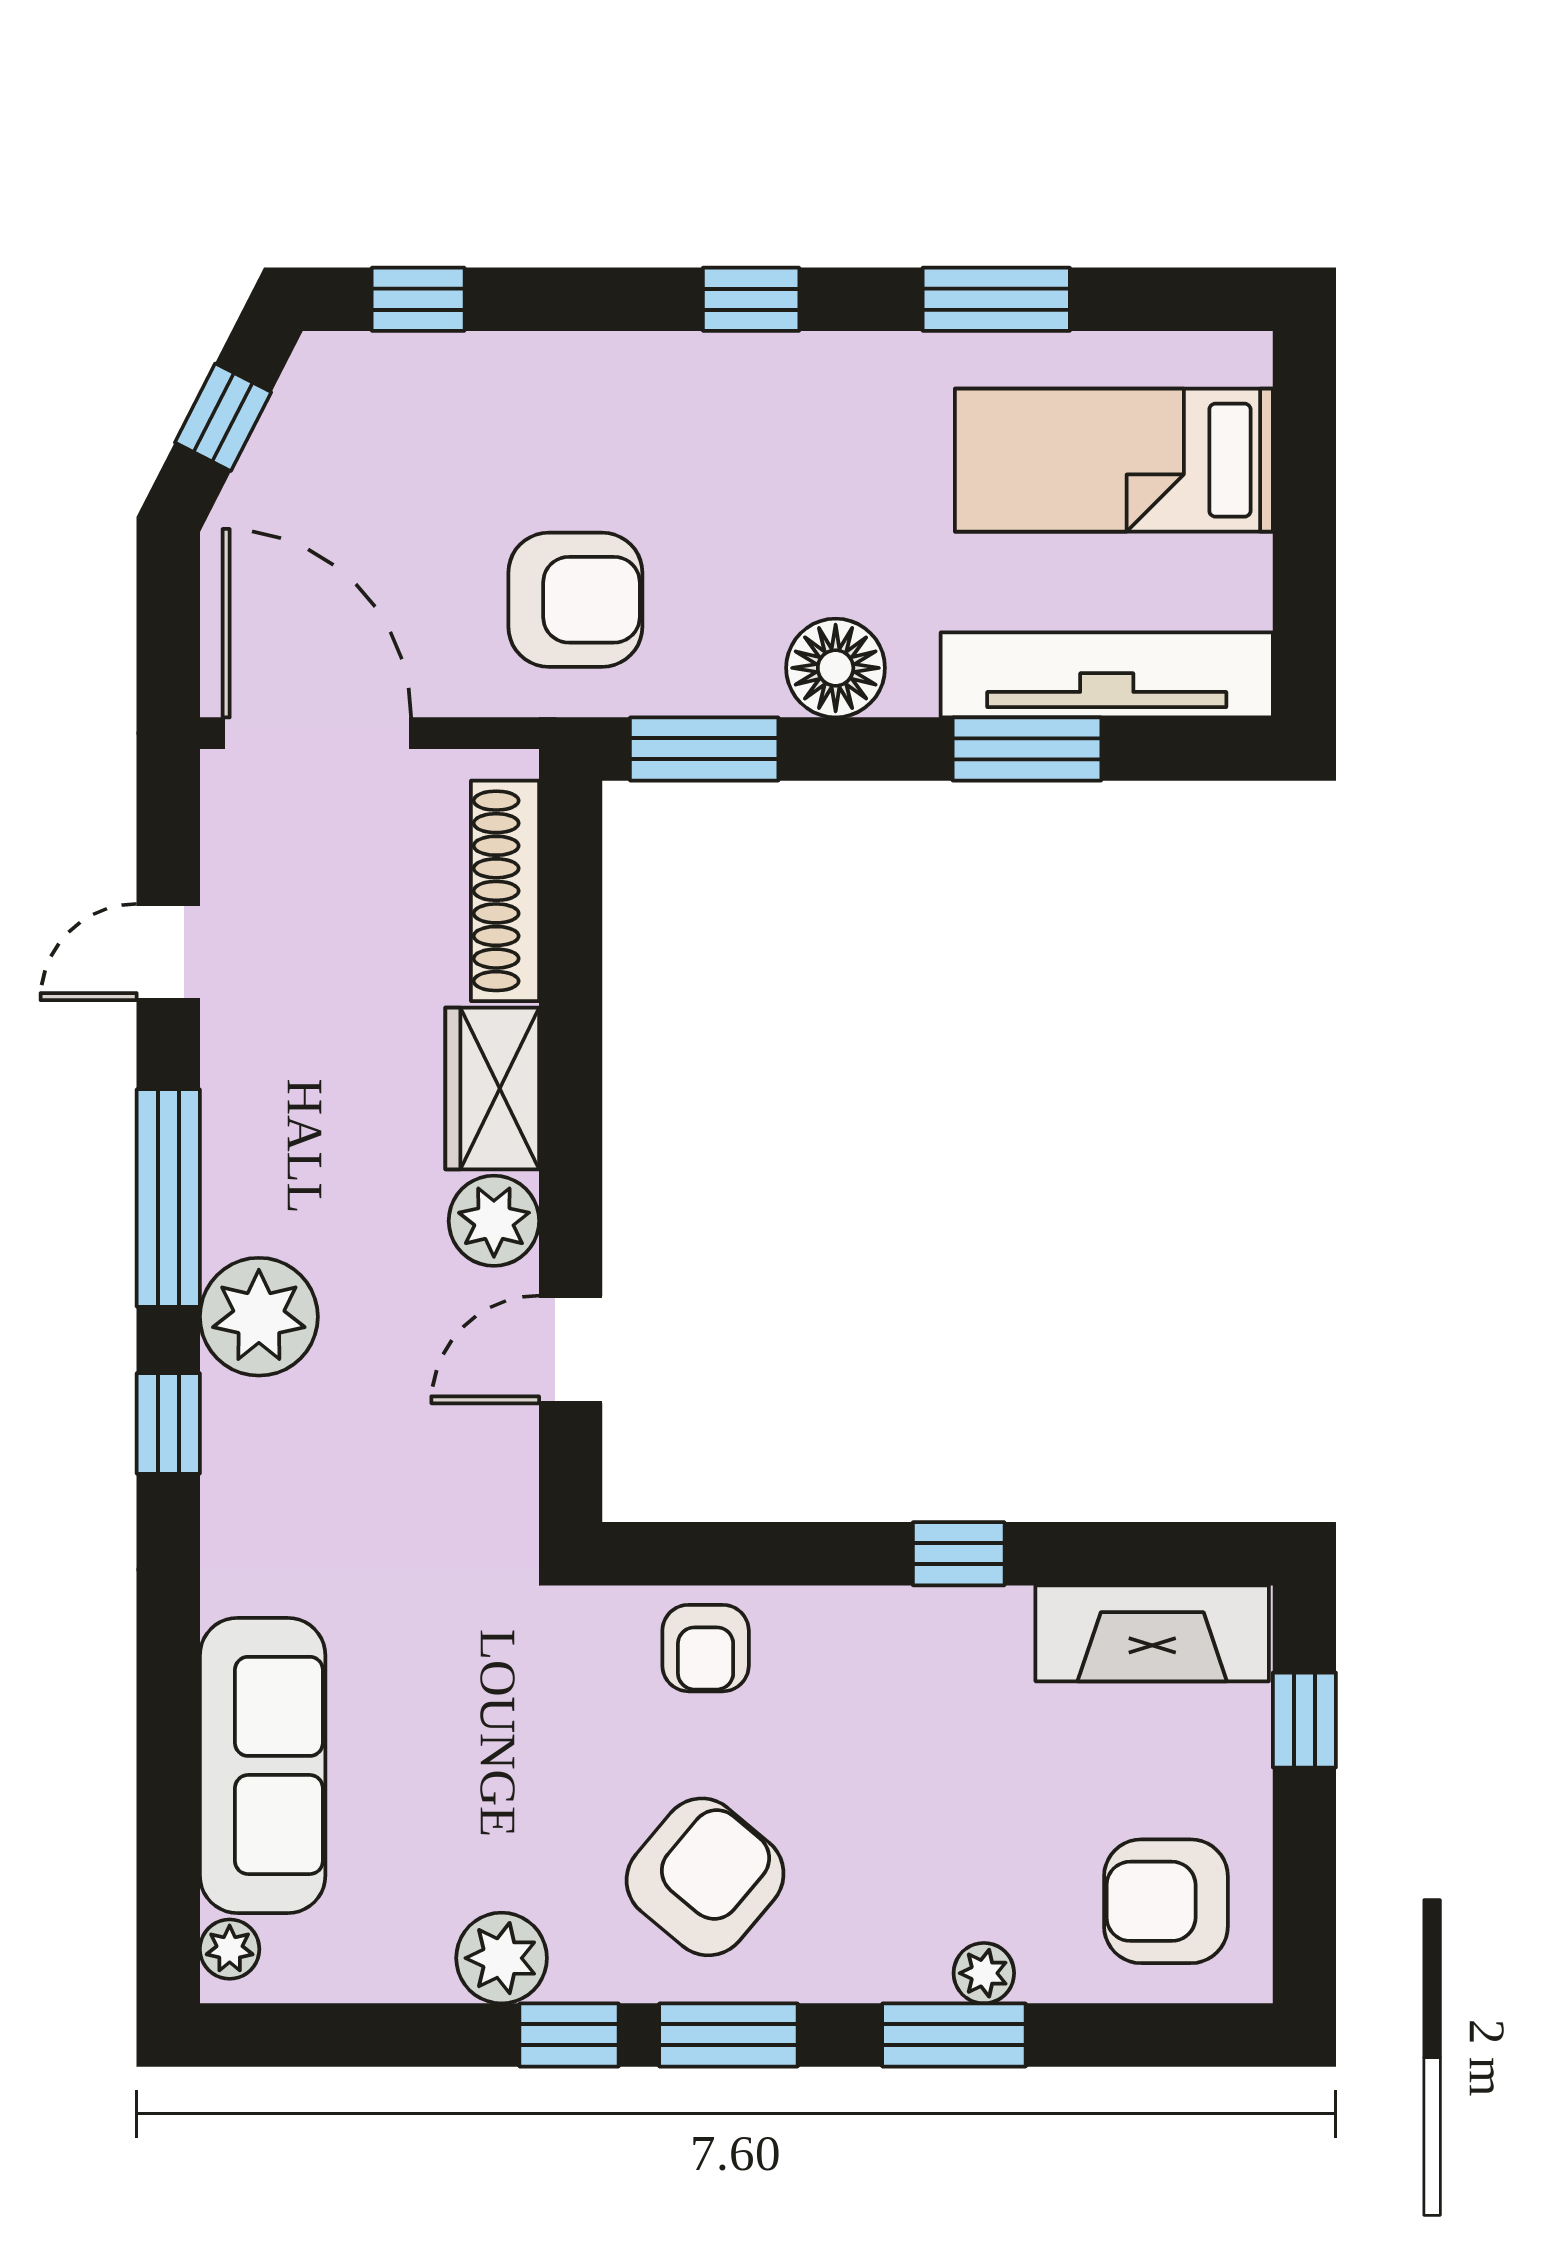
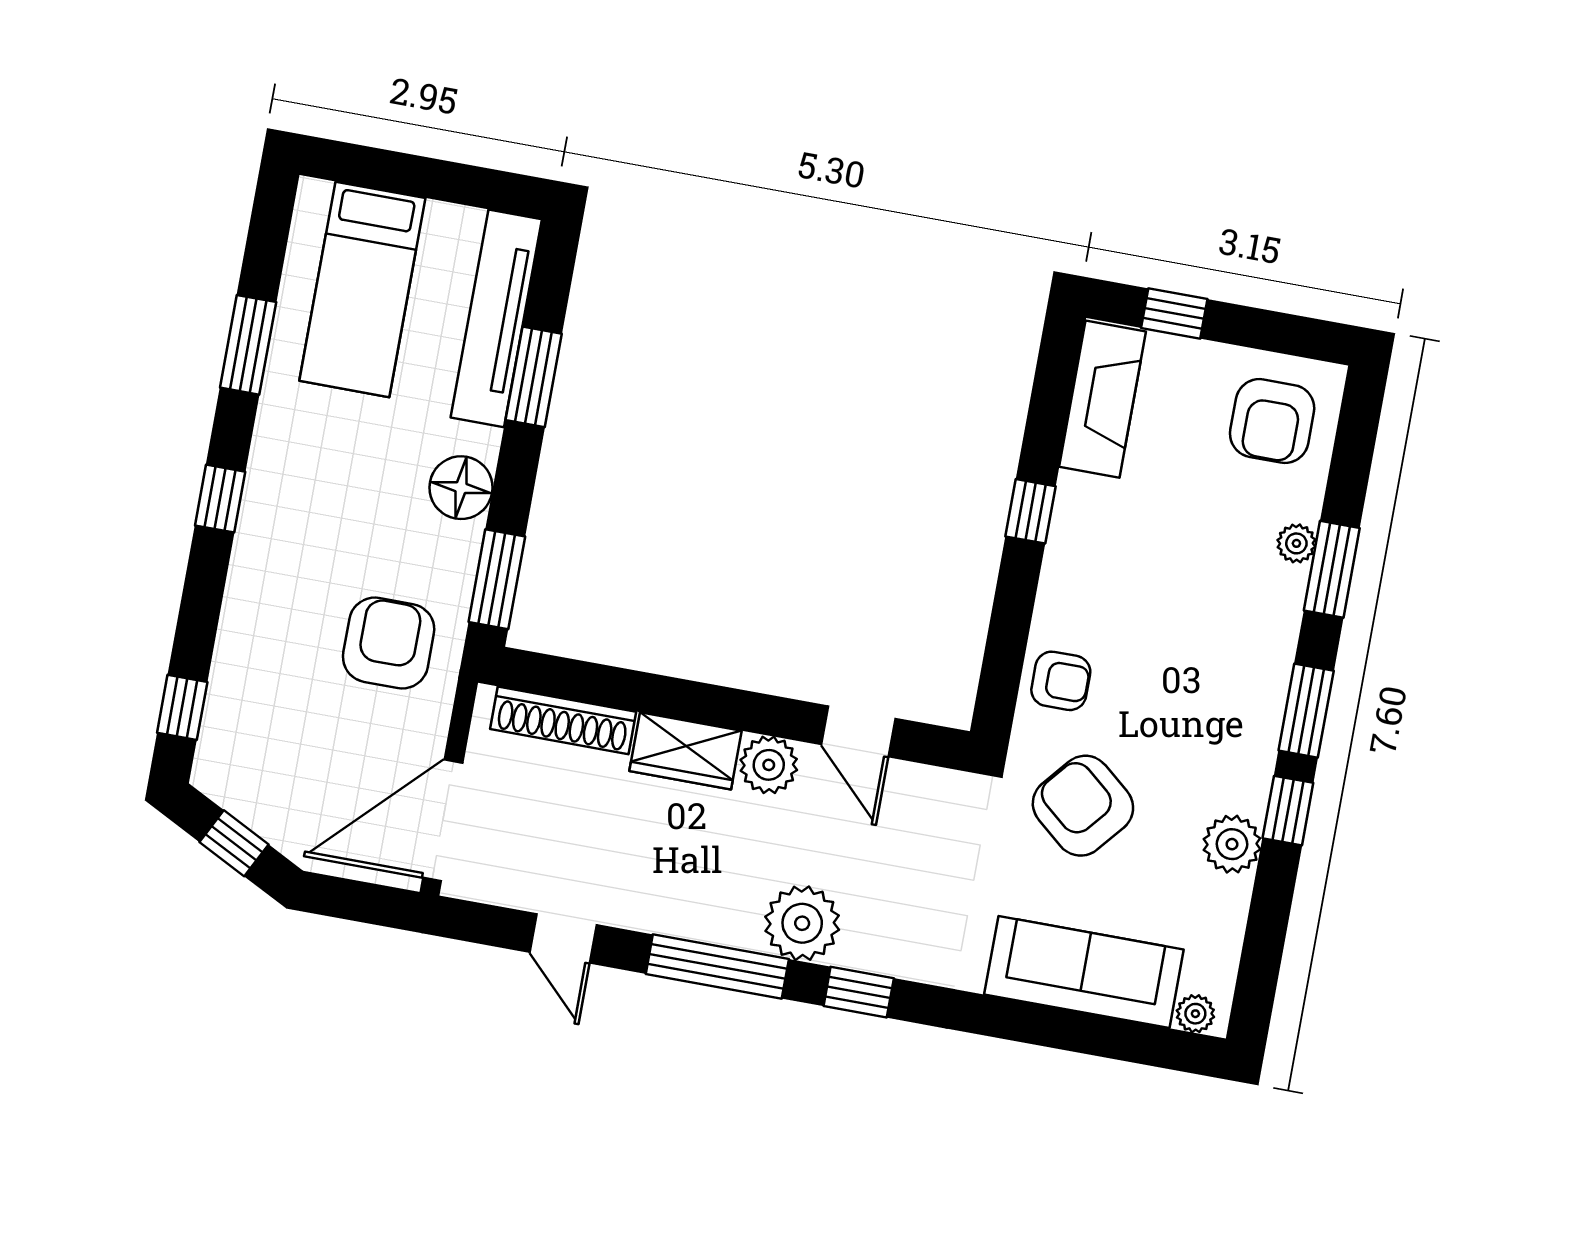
armchair: (705, 1877) -> (1083, 806), moved

